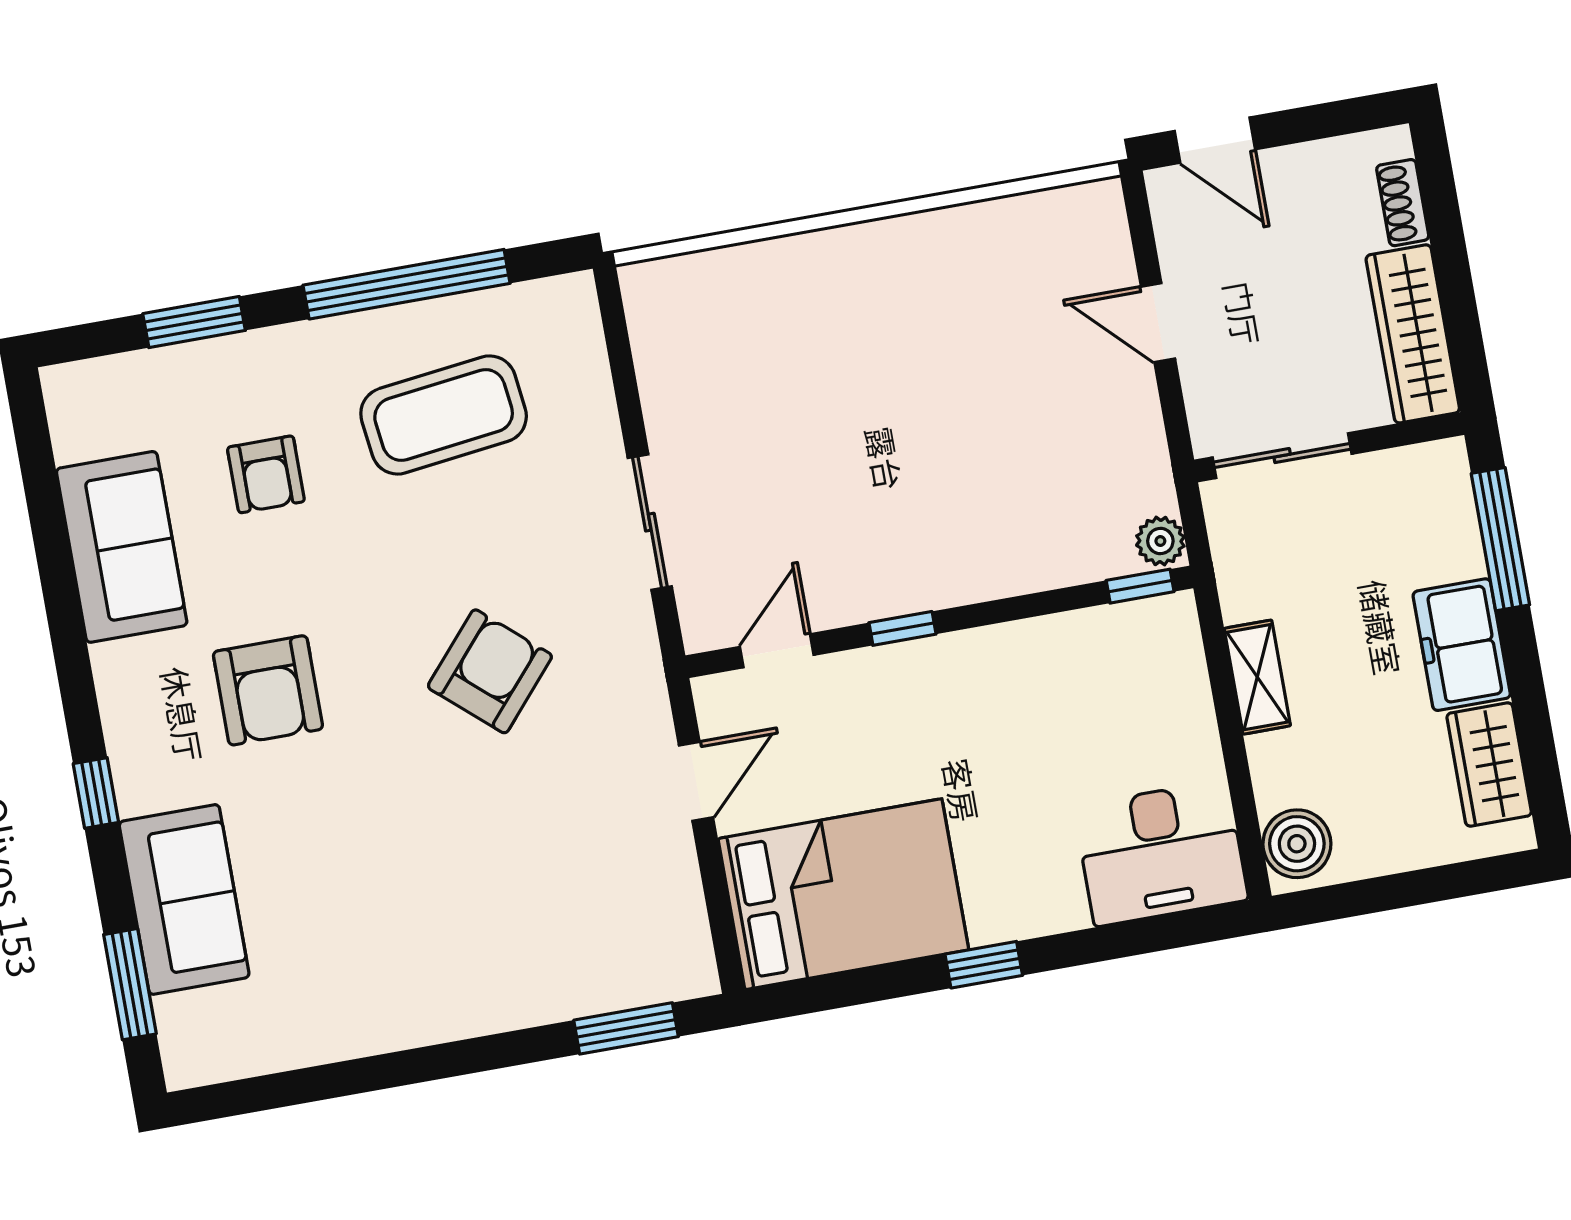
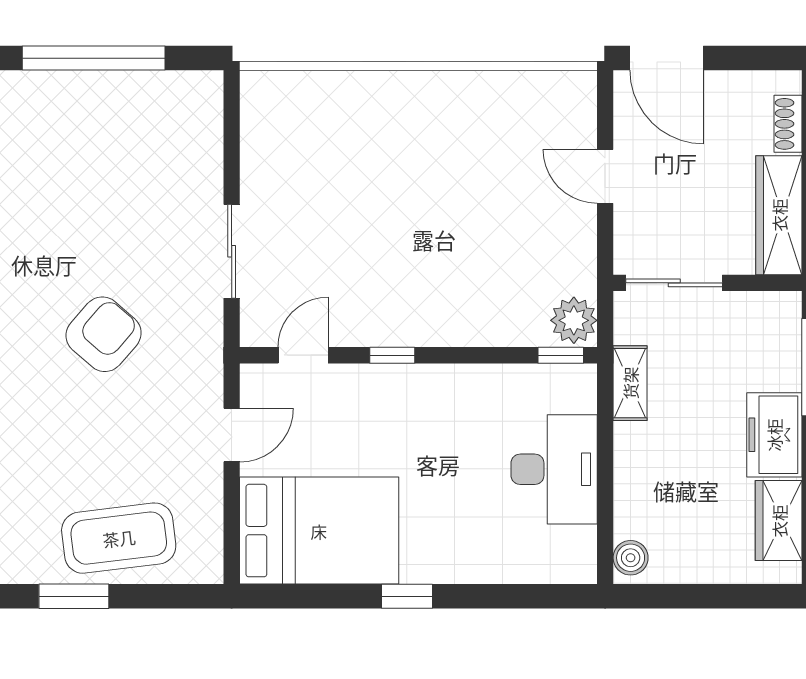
door: (1215, 140) -> (667, 58), width x1.38
coffee table: (444, 415) -> (119, 538), moved
plant: (1160, 541) -> (574, 320), width x1.38, depth x1.38
shelving: (1257, 677) -> (630, 383), moved
boiler: (1297, 844) -> (631, 558), width x0.73, depth x0.73
desk: (1161, 853) -> (554, 469), moved, turned -90
window: (626, 1028) -> (74, 596), moved

